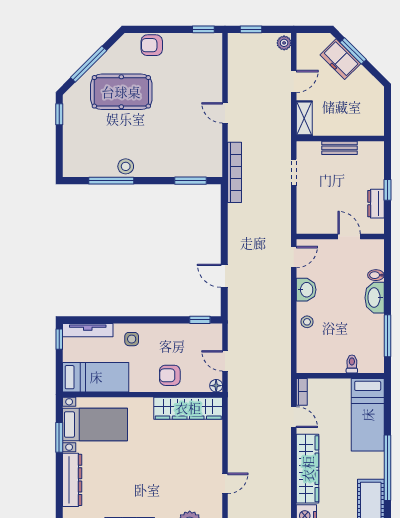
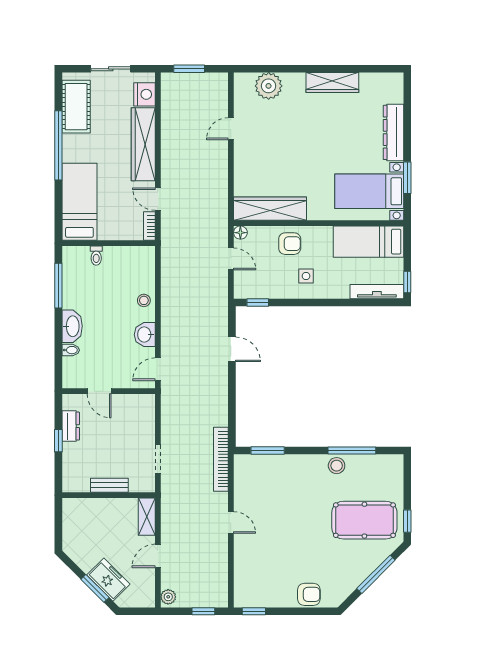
pool table: (121, 92) -> (364, 520), moved
side table: (132, 339) -> (306, 276), moved

